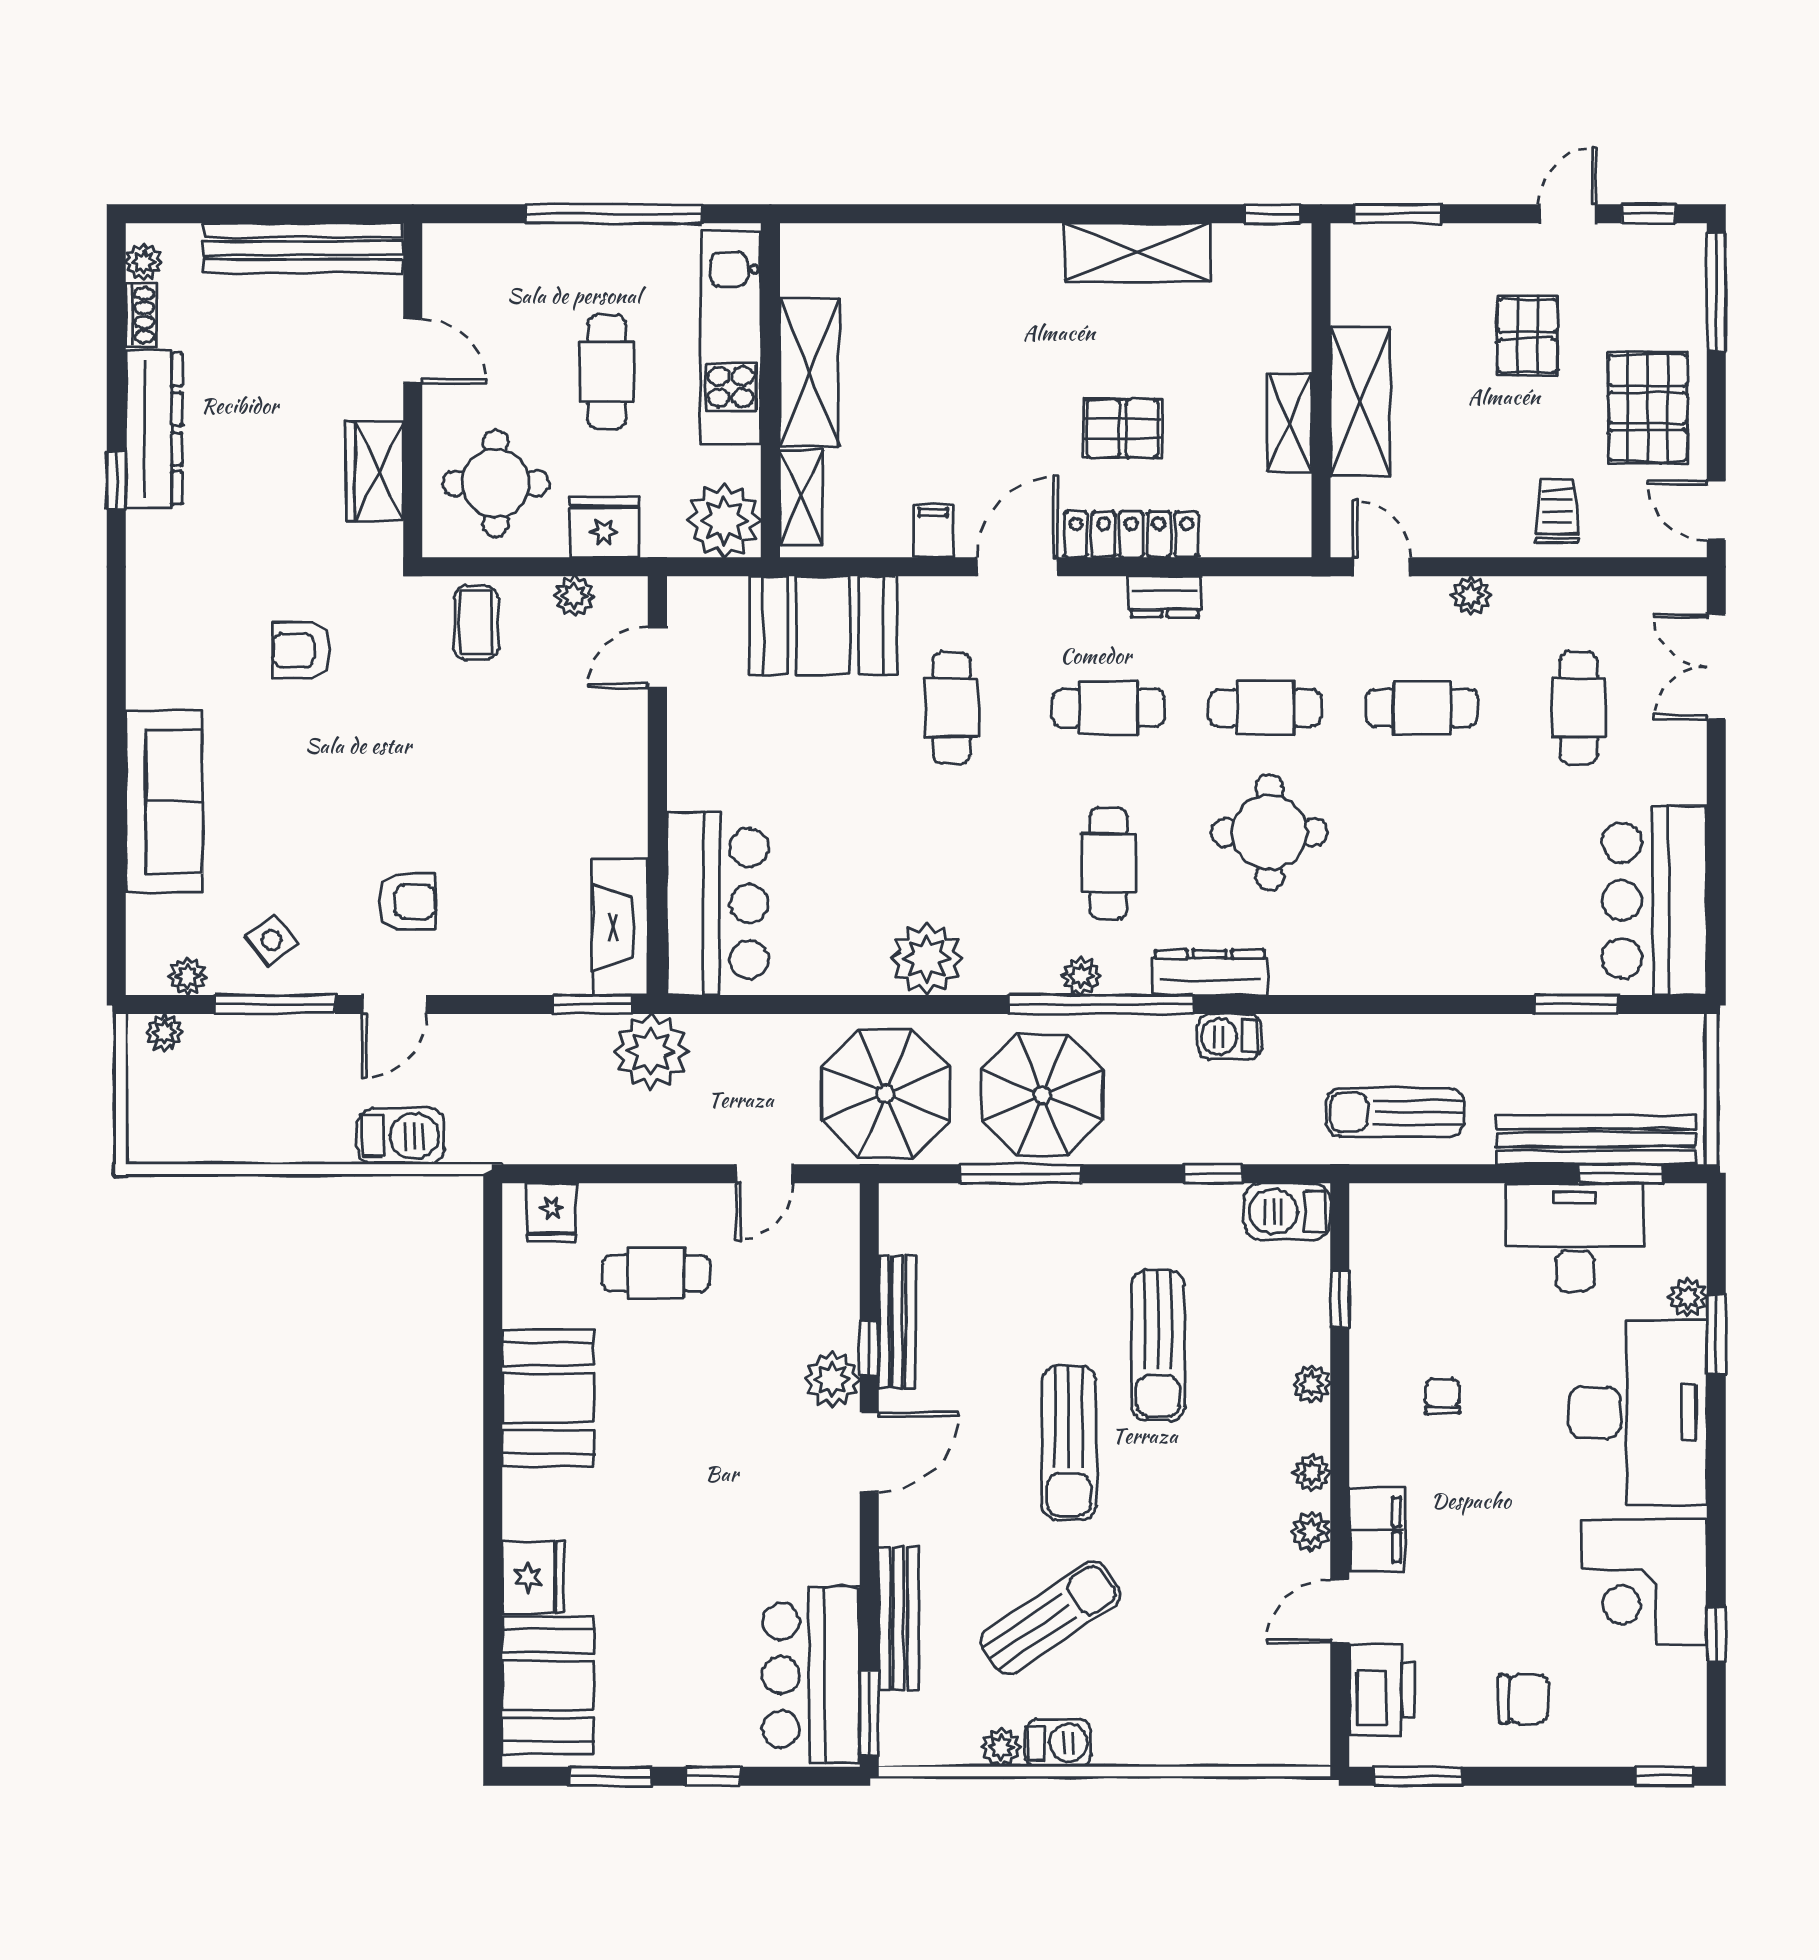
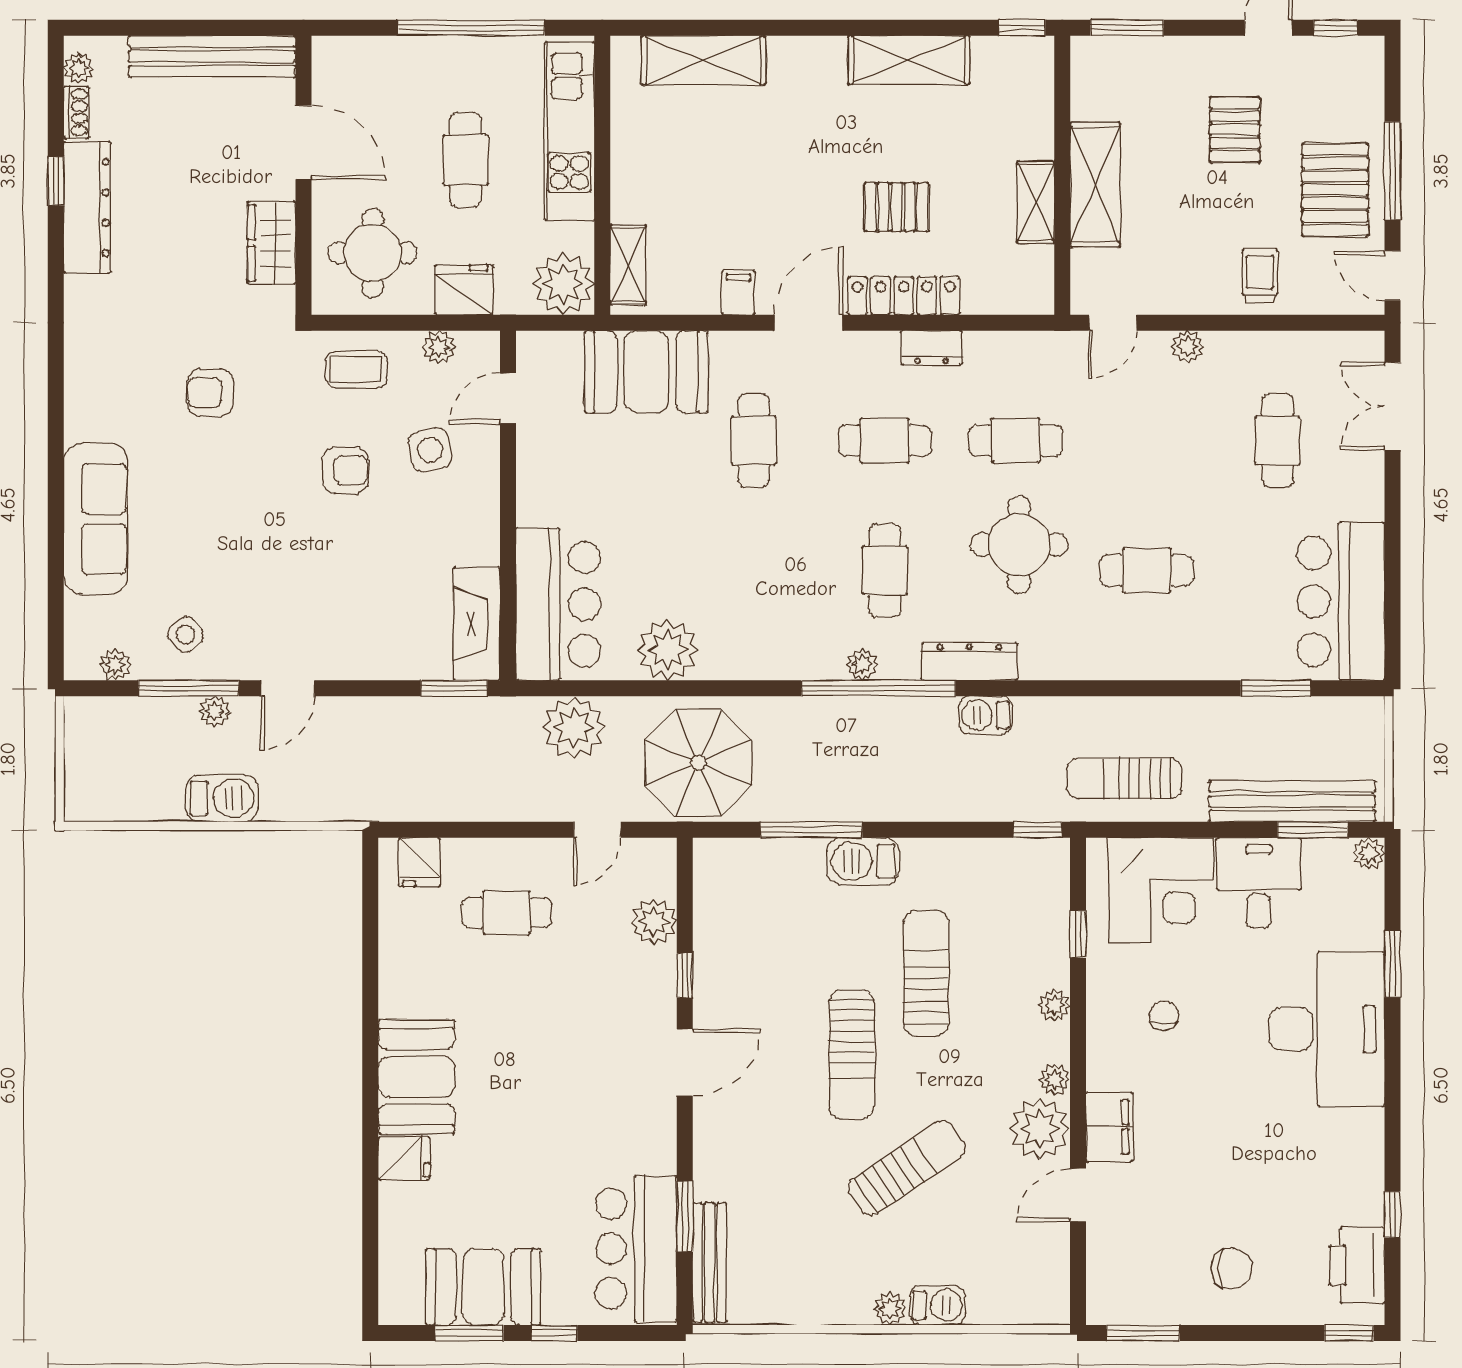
window: (1716, 292) -> (1392, 171), moved
door: (413, 351) -> (303, 142), width x1.38
shelving: (809, 372) -> (703, 60), moved, turned 90
window: (116, 481) -> (56, 181), moved
door: (1381, 567) -> (1113, 323), swing flipped
coffee table: (476, 623) -> (356, 369), turned 90
cafe table: (1422, 708) -> (1147, 570), moved
side table: (564, 719) -> (430, 450), added
armchair: (407, 902) -> (345, 470), moved
plant: (927, 959) -> (668, 650), moved
plant: (165, 1032) -> (214, 712), moved
plant: (651, 1051) -> (574, 727), moved
parasol: (1042, 1095) -> (830, 764), removed
barbecue: (401, 1136) -> (222, 798), moved
window: (1213, 1174) -> (1038, 830), moved
barbecue: (1287, 1211) -> (863, 861), moved
desk: (1575, 1237) -> (1259, 883), width x0.73
plant: (1688, 1297) -> (1369, 854), moved
bench: (897, 1322) -> (708, 953), removed
sun lounger: (1158, 1345) -> (926, 973), turned 180
plant: (832, 1379) -> (654, 922), moved
booth: (548, 1398) -> (416, 1077), moved
plant: (1311, 1532) -> (1040, 1129), width x1.87, depth x1.87
fridge: (533, 1577) -> (404, 1159), width x0.72
corner desk: (1644, 1582) -> (1161, 890), moved, turned -90
bench: (899, 1618) -> (709, 1262), moved
sun lounger: (1051, 1618) -> (907, 1168), moved
booth: (548, 1686) -> (483, 1287), moved, turned 90
printer: (1382, 1690) -> (1357, 1265), moved, turned 180
window: (869, 1714) -> (685, 1217), moved
barbecue: (1058, 1743) -> (937, 1305), moved
plant: (1001, 1747) -> (890, 1309), moved

